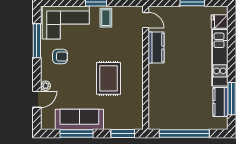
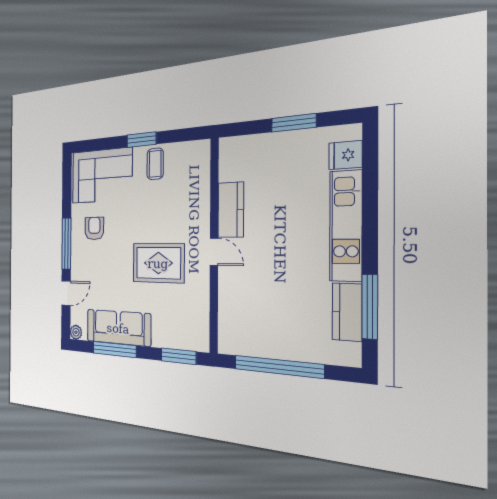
door: (146, 20) -> (214, 252), moved
window: (37, 41) -> (66, 244), moved
armchair: (60, 56) -> (94, 228), turned -90
rug: (109, 78) -> (158, 263), turned 90
plant: (46, 86) -> (76, 332), moved

